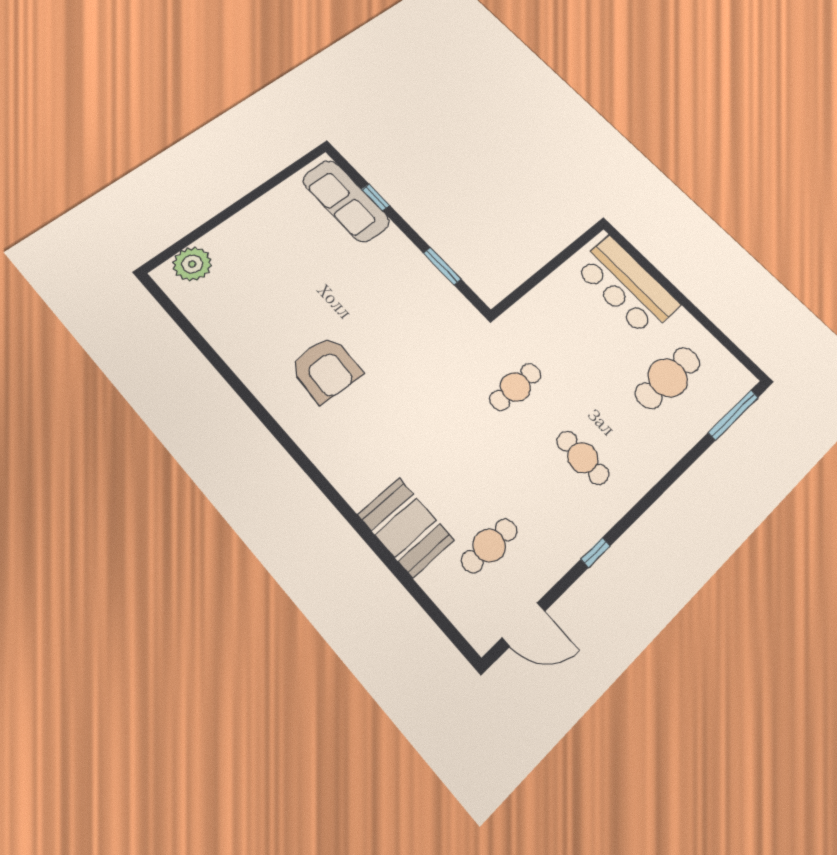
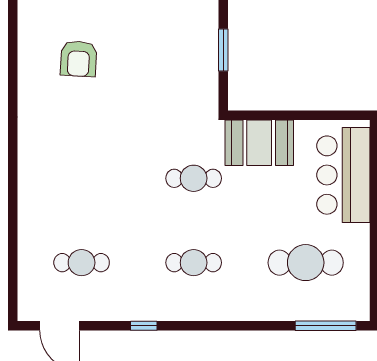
armchair: (326, 369) -> (79, 59), width x0.73, depth x0.73
cafe table: (583, 458) -> (194, 263), turned 90
booth: (406, 527) -> (259, 143), moved, turned 90

